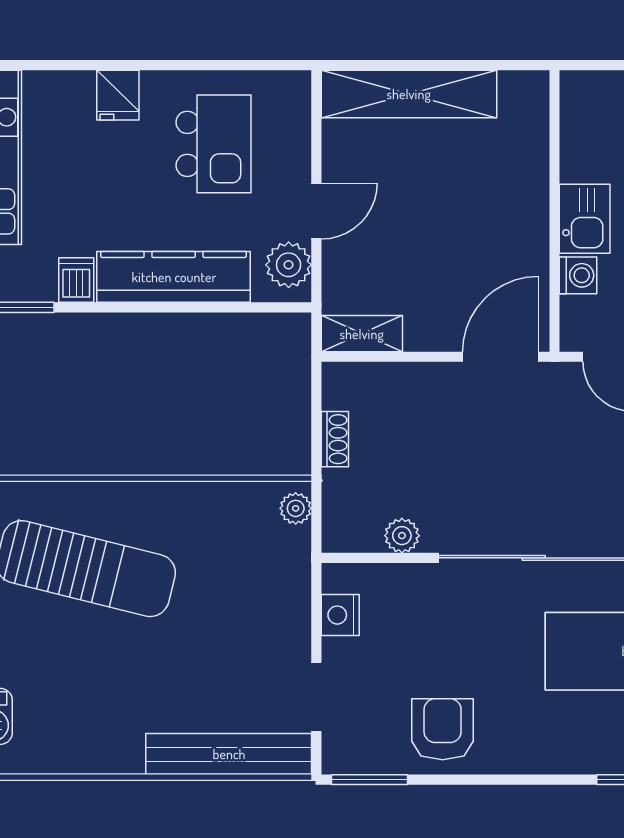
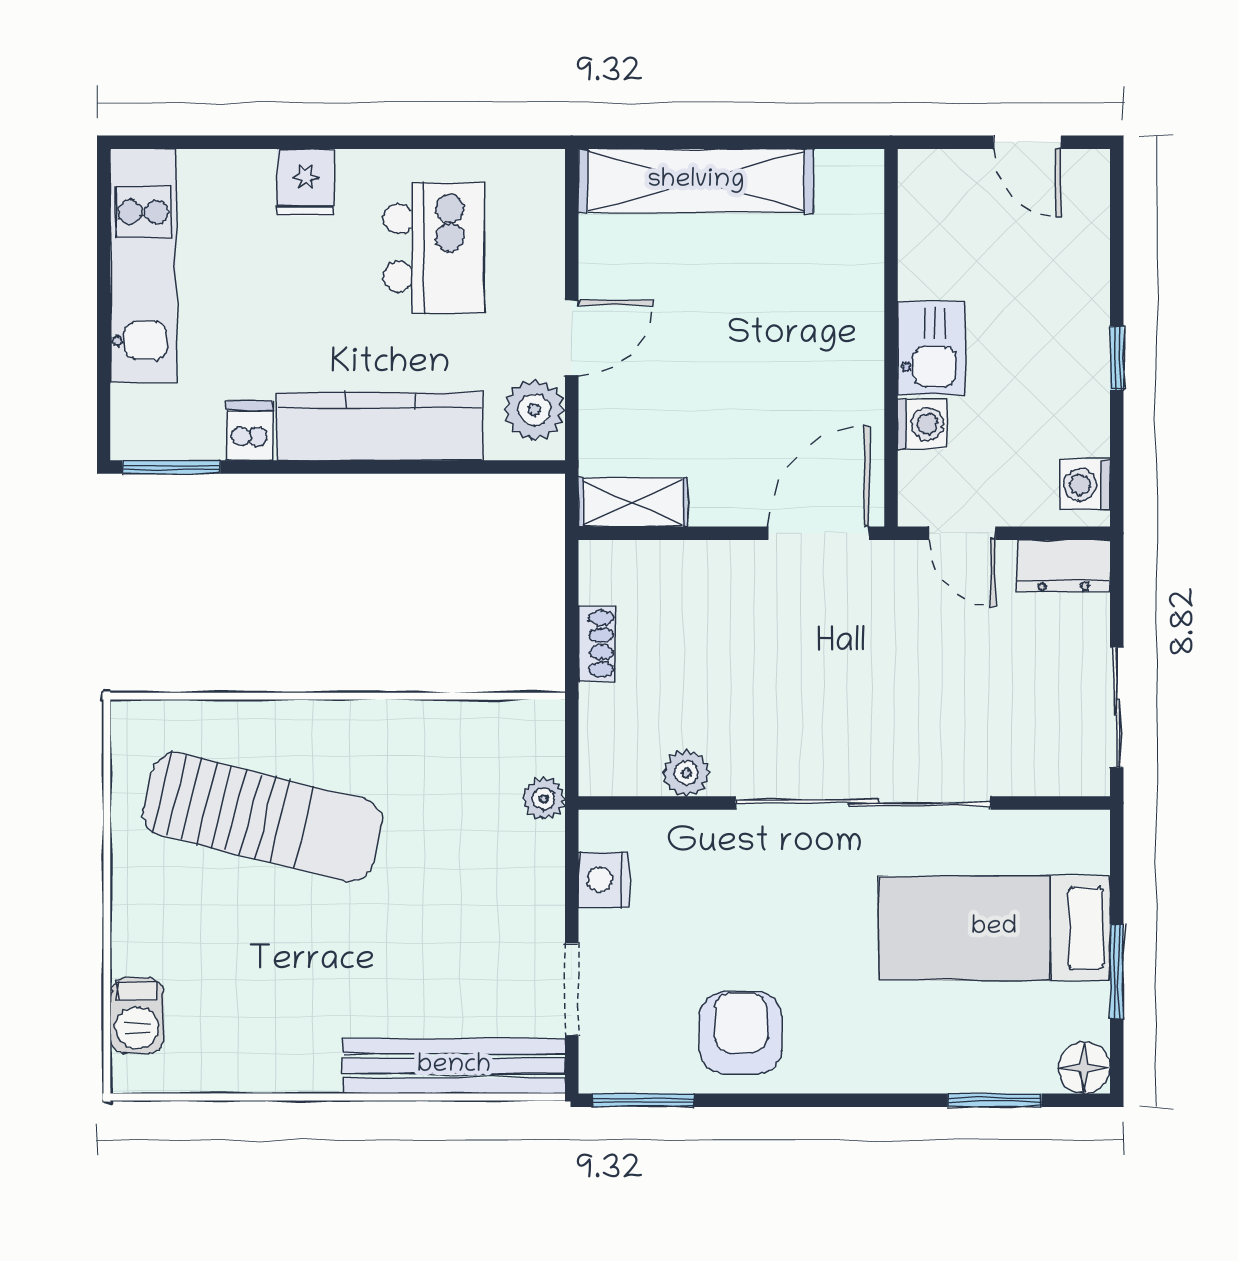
plant: (296, 508) -> (544, 799), moved

